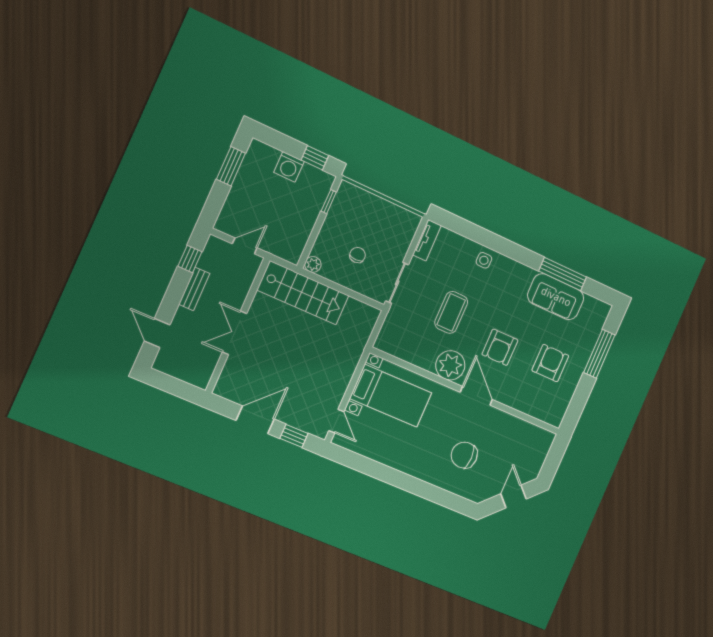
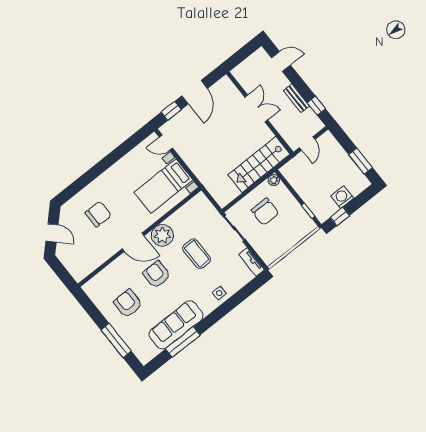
chair: (357, 255) -> (265, 212), width x1.87, depth x1.87
sofa: (556, 297) -> (176, 325), width x1.36
armchair: (550, 363) -> (128, 303), turned 180

